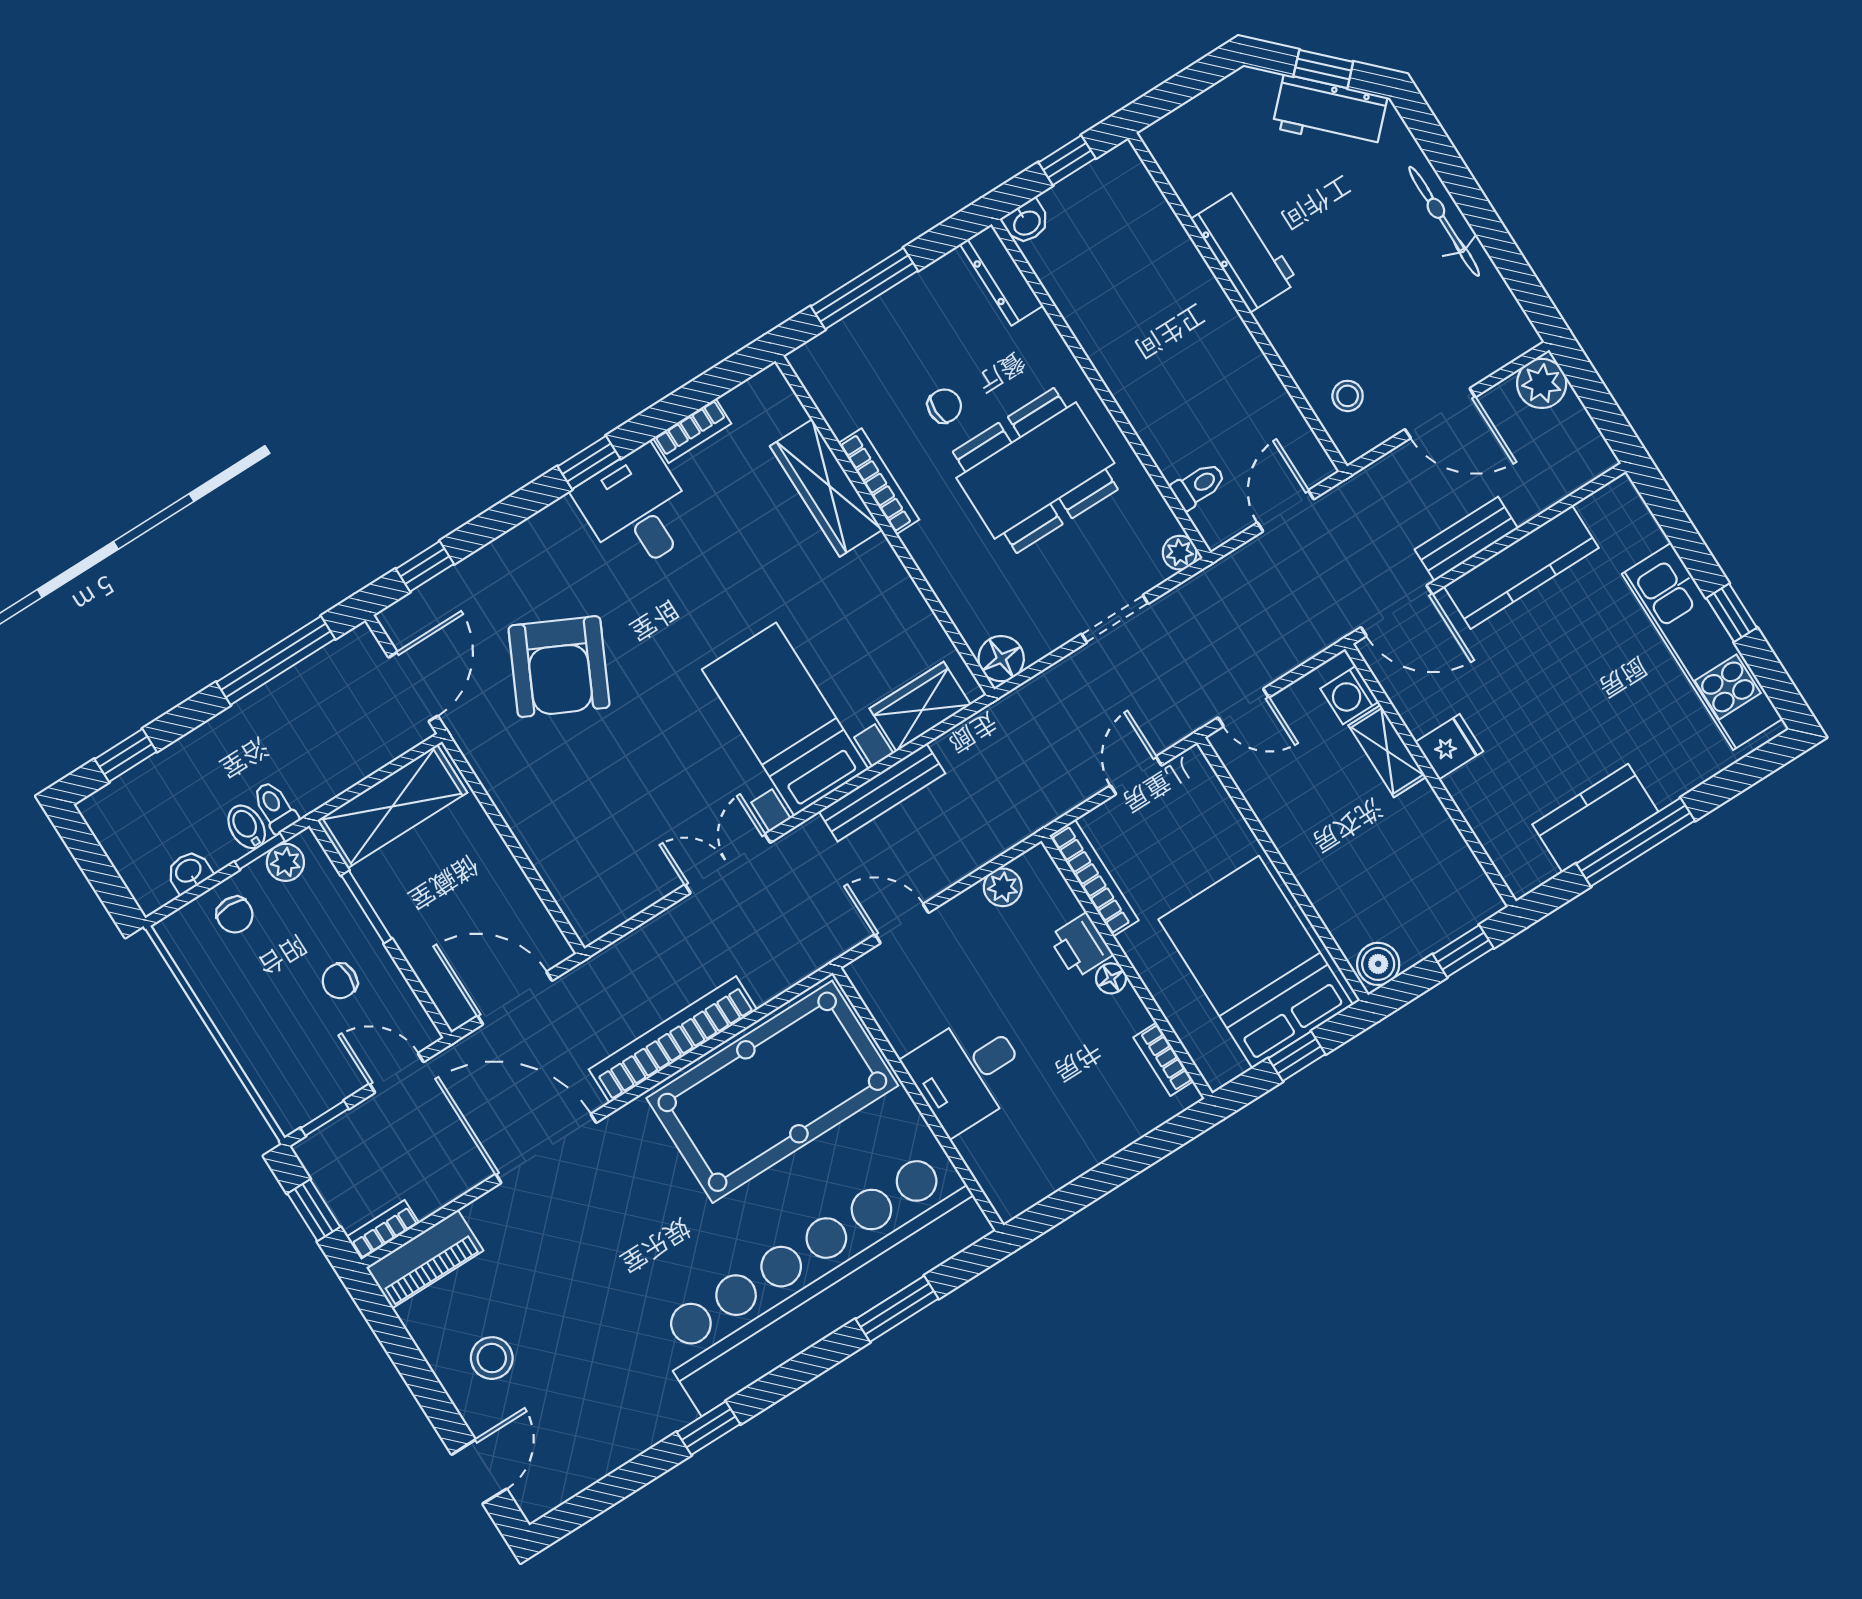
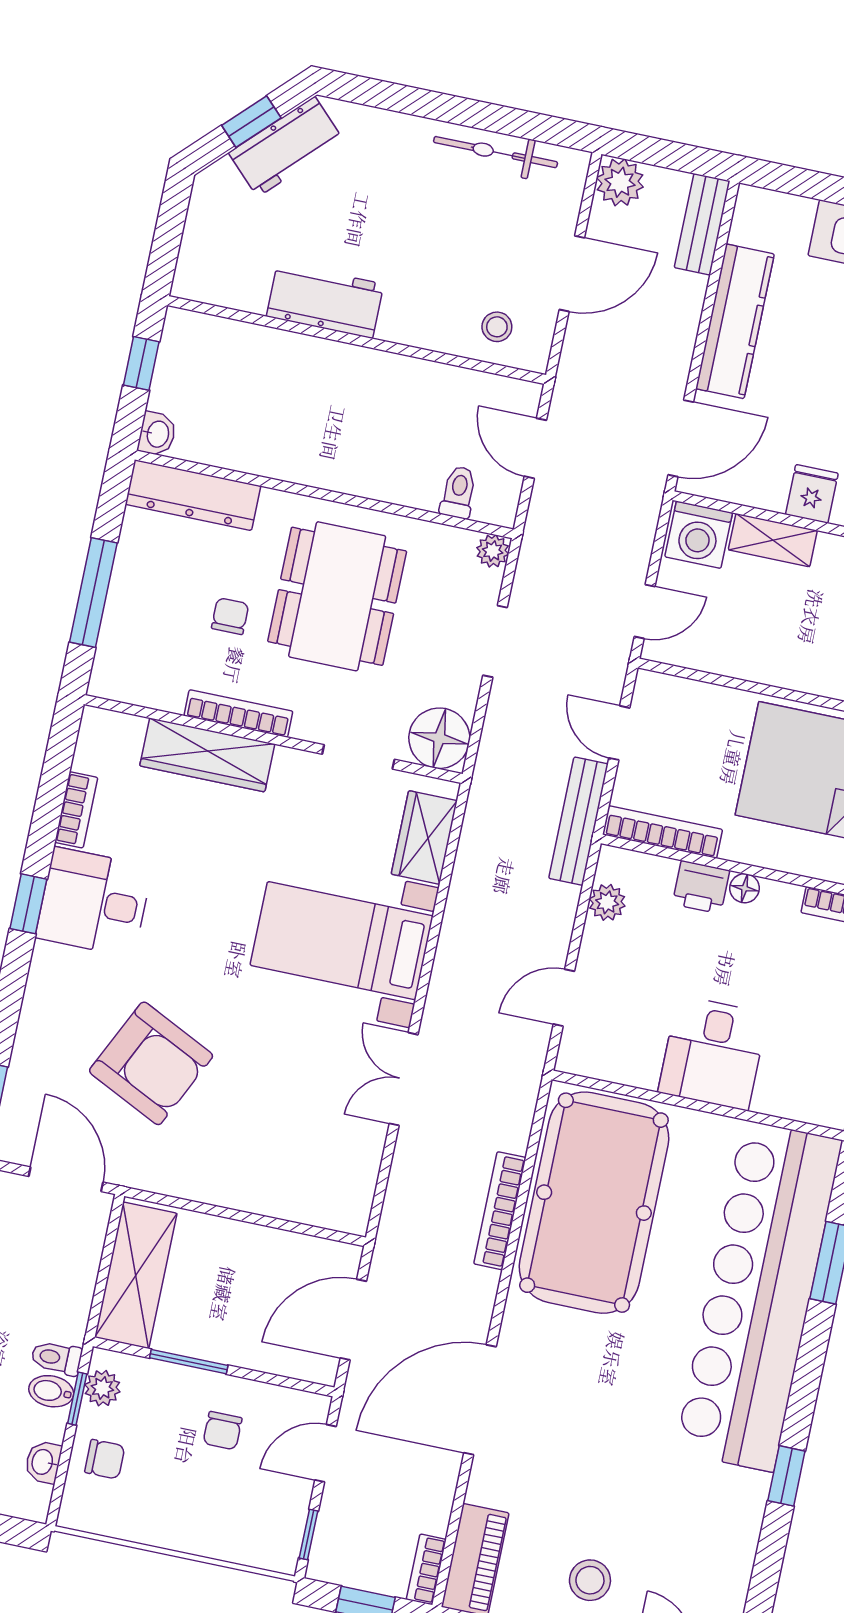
bicycle: (1444, 221) -> (496, 152), moved
dresser: (1002, 275) -> (193, 495), width x1.37, depth x1.24
bench: (1466, 539) -> (702, 224), moved
doorway: (932, 601) -> (358, 757), added
floor lamp: (1001, 659) -> (439, 738), width x1.38, depth x1.38
washing machine: (1349, 695) -> (699, 535), width x1.38, depth x1.38
bench: (882, 792) -> (579, 821), moved
bookcase: (673, 1039) -> (500, 1211), width x0.68, depth x0.76

